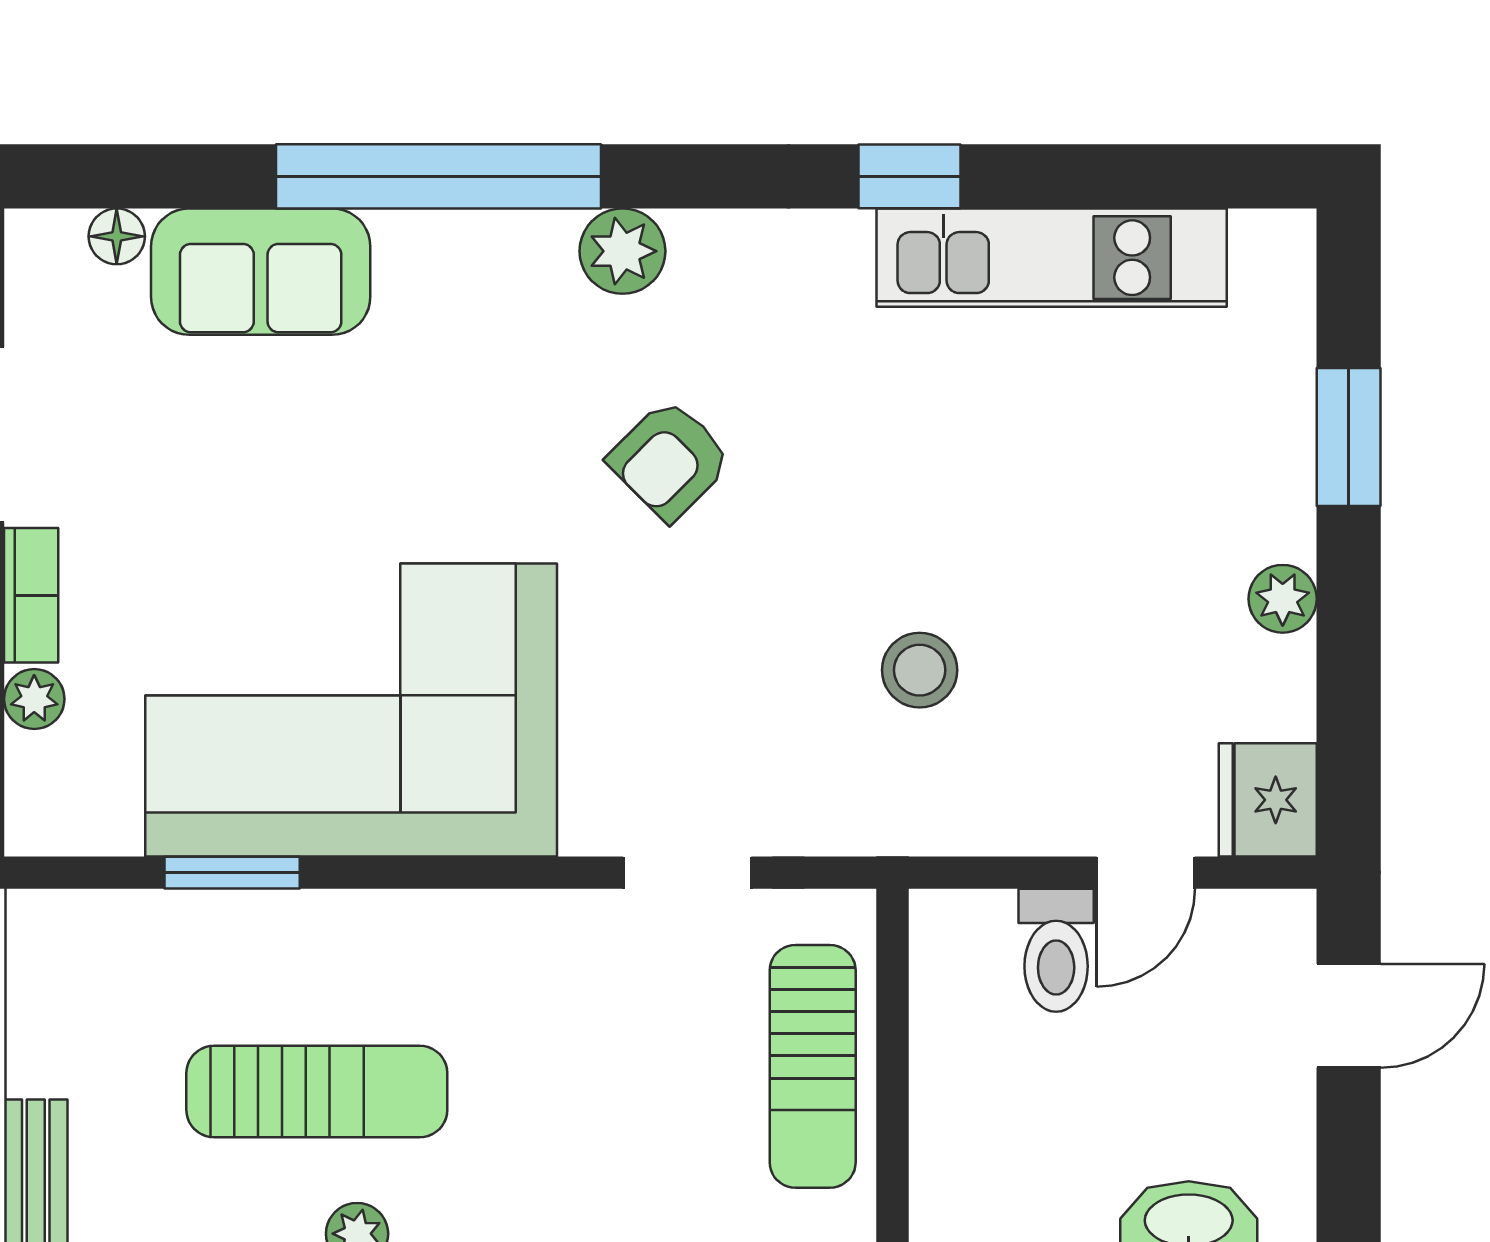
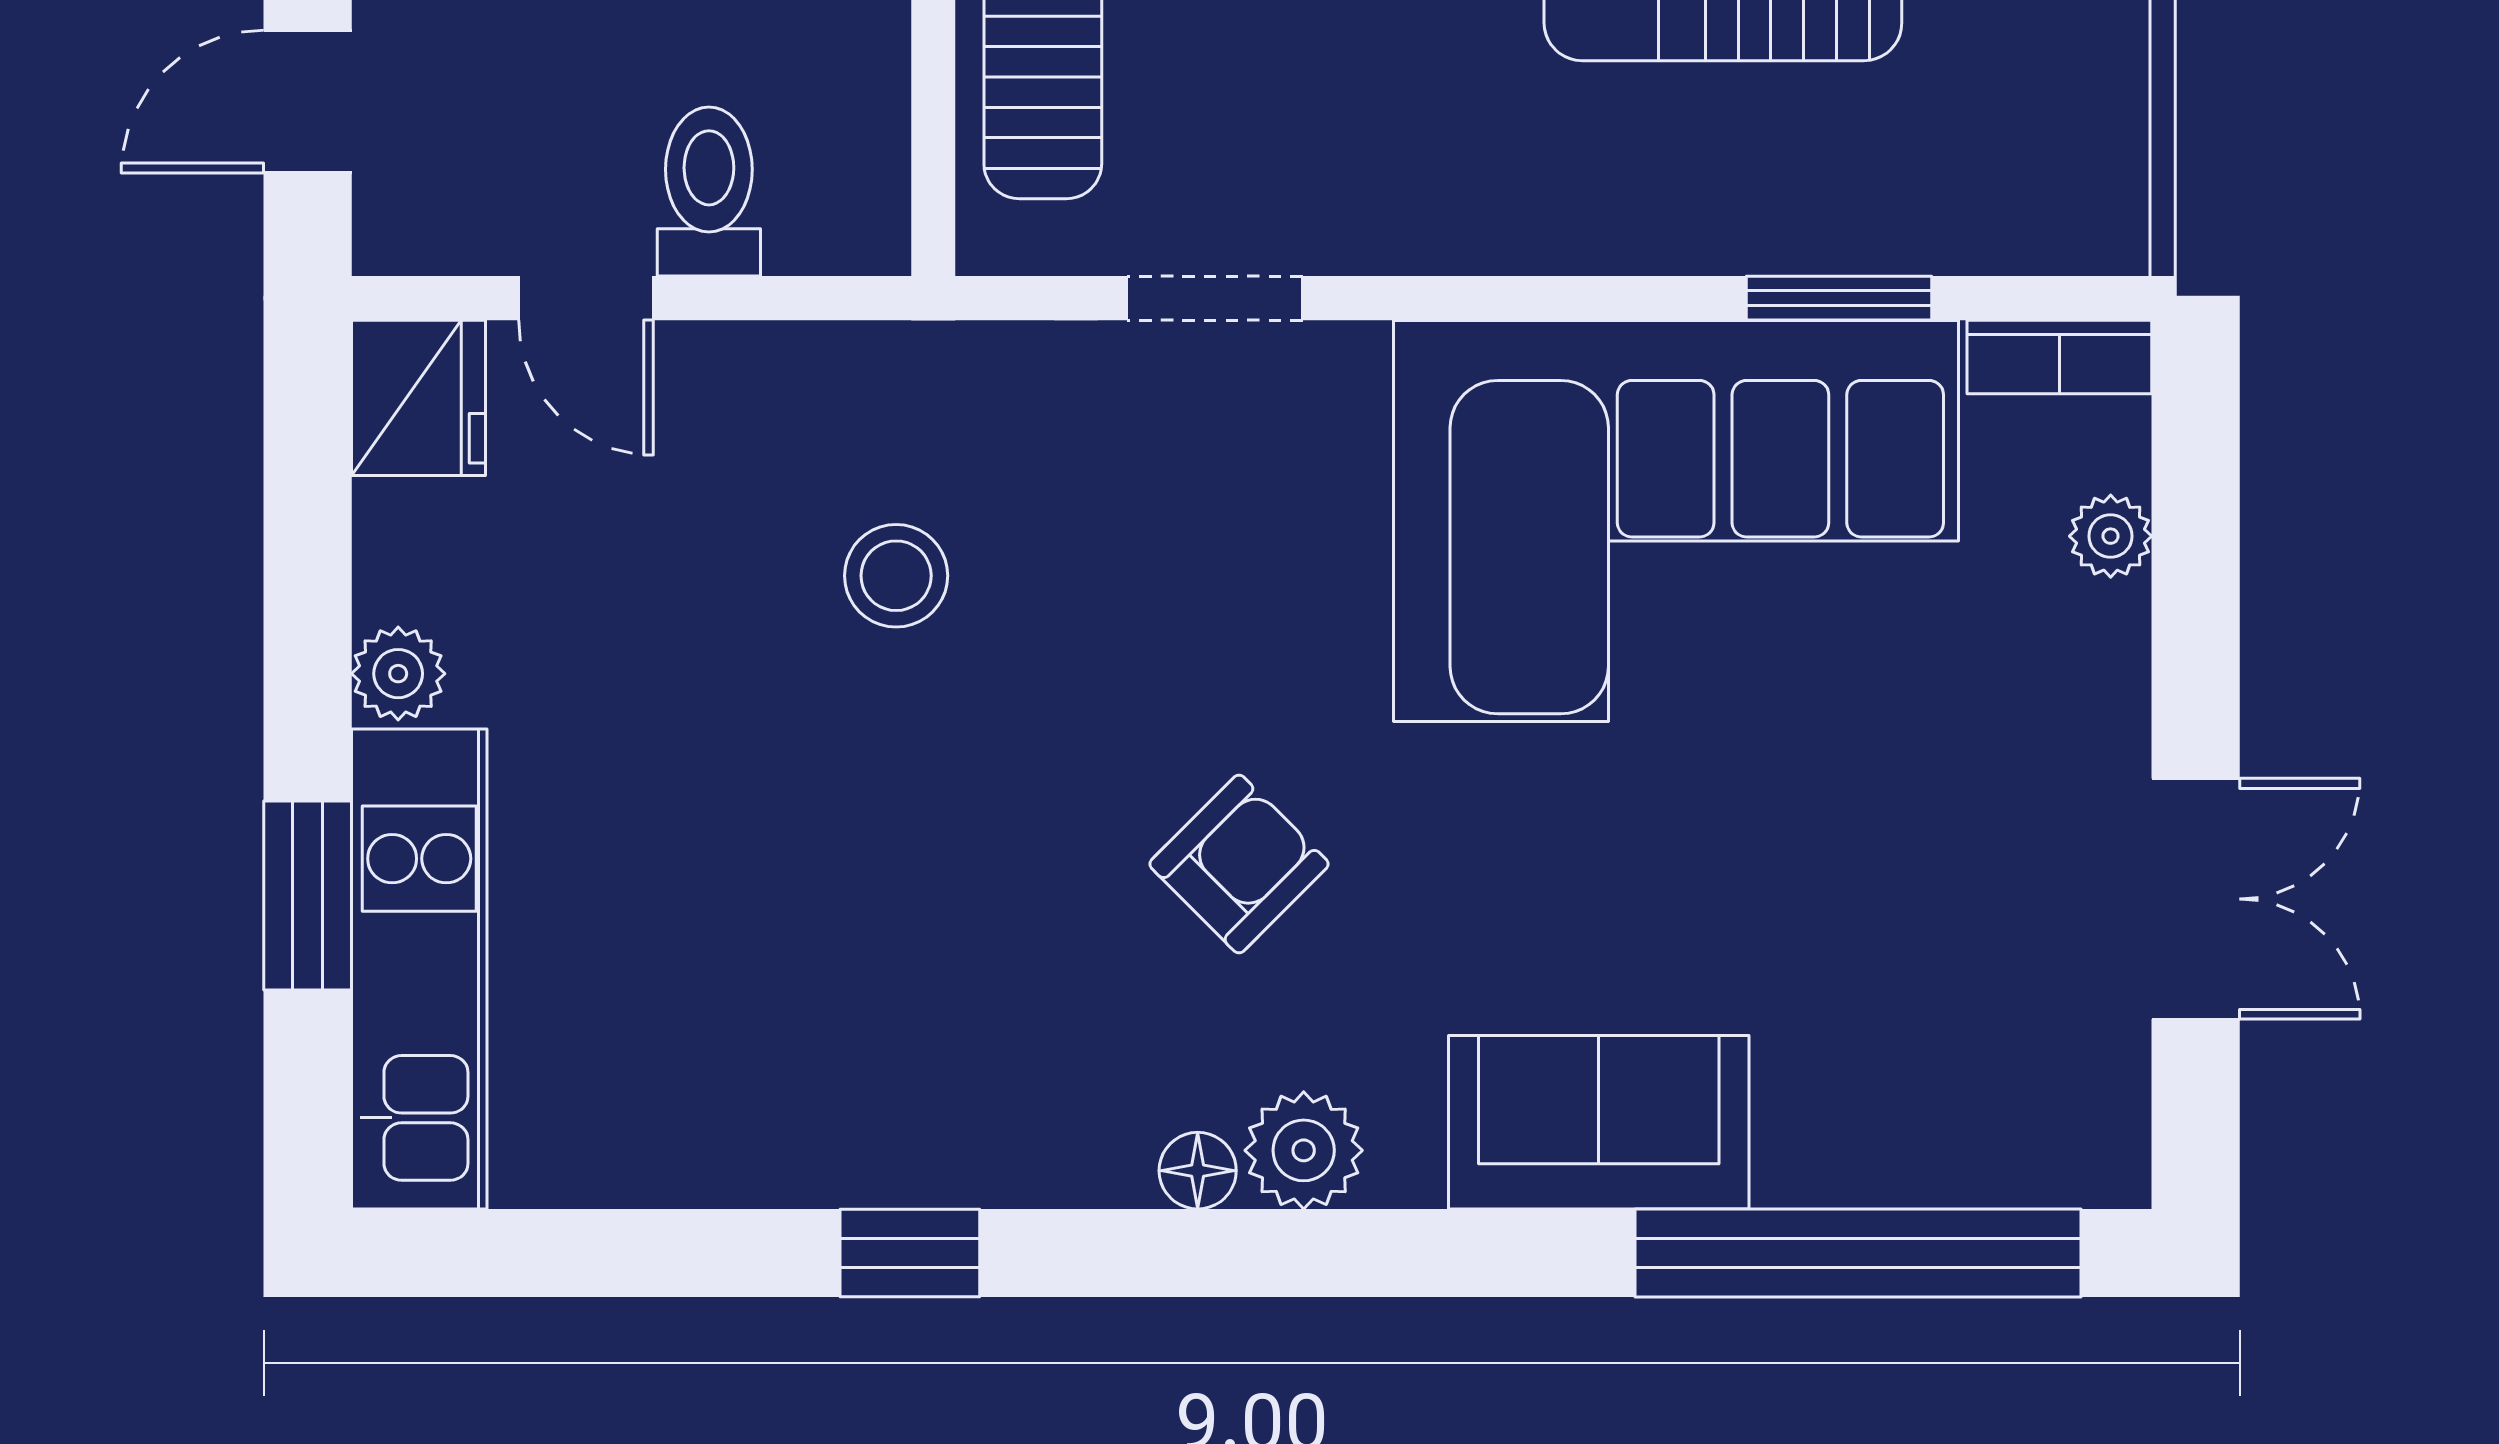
window: (438, 176) -> (1858, 1253), moved
floor lamp: (117, 236) -> (1198, 1171), moved
kitchen unit: (1052, 258) -> (419, 969), moved, turned 90
sofa: (261, 272) -> (1599, 1122), moved
bookcase: (31, 595) -> (2059, 357), moved, turned -90
door: (1146, 873) -> (586, 298), swing flipped

